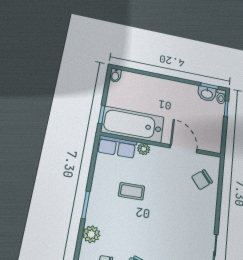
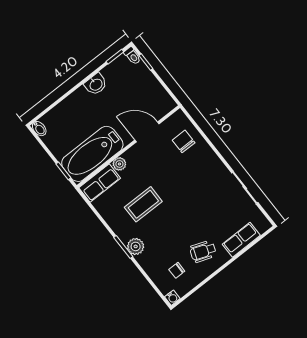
washbasin: (207, 94) -> (96, 84), moved
chair: (202, 180) -> (184, 141), turned 129
coffee table: (132, 191) -> (143, 204), width x1.36, depth x1.30
plant: (91, 234) -> (136, 246), moved

